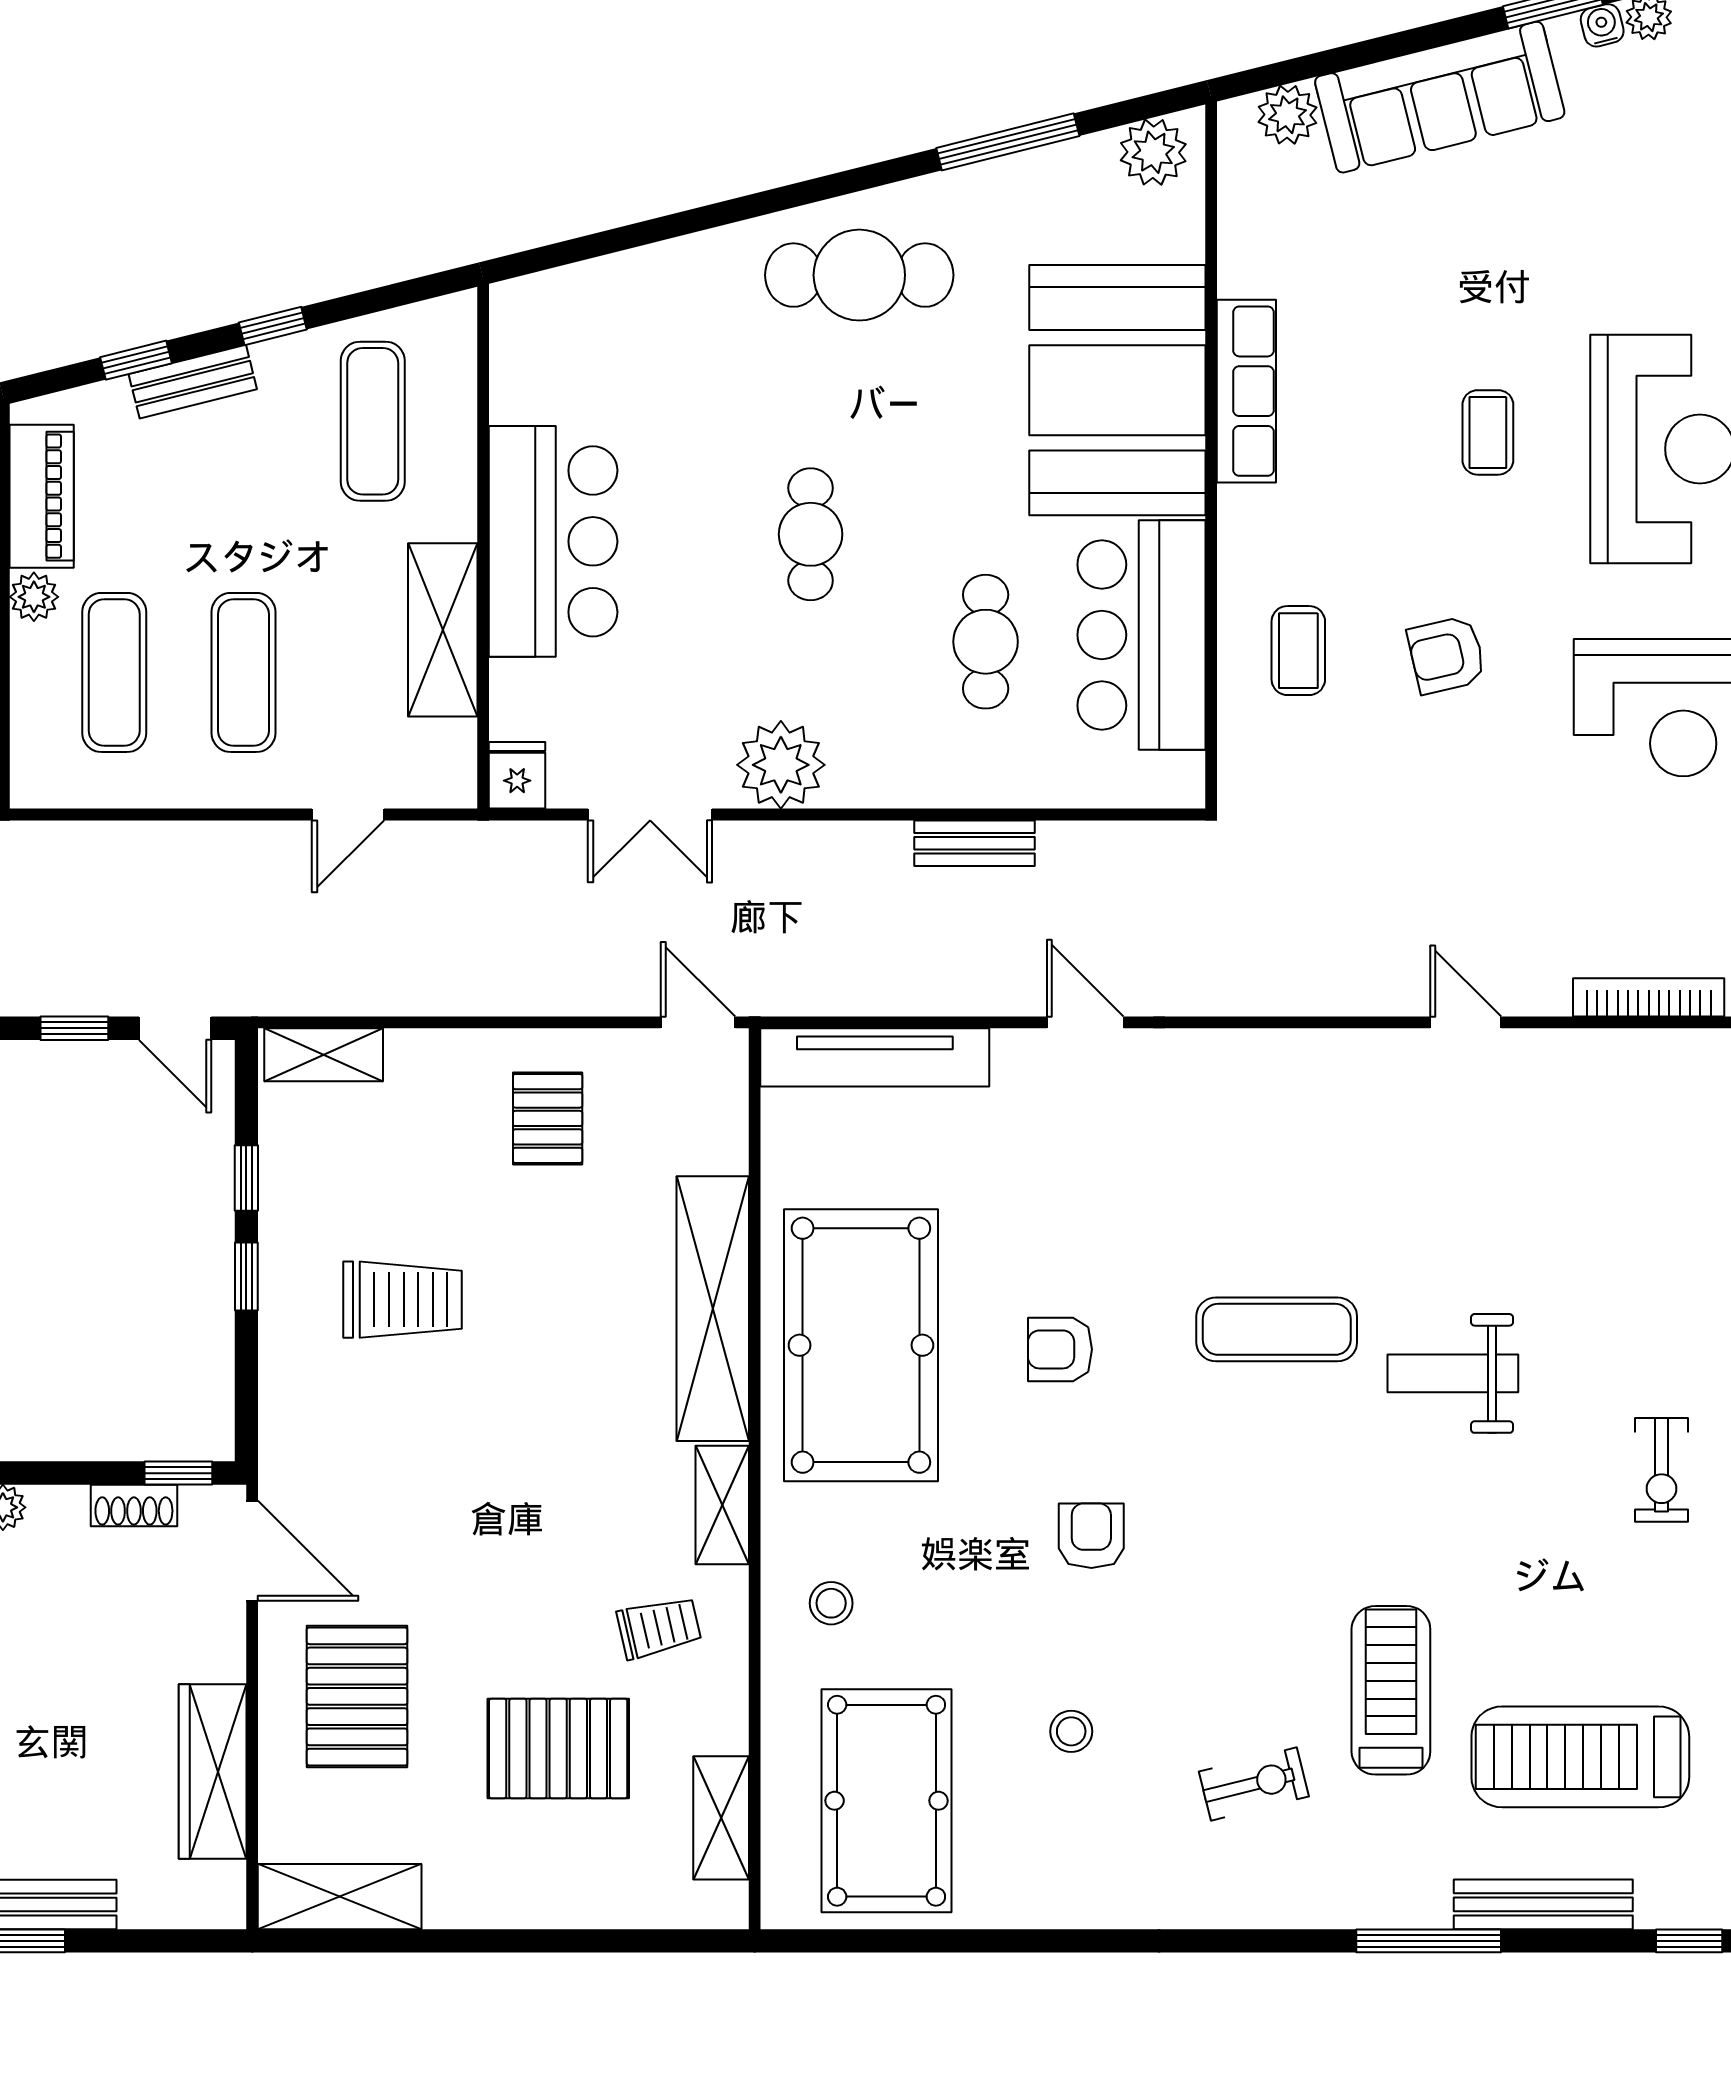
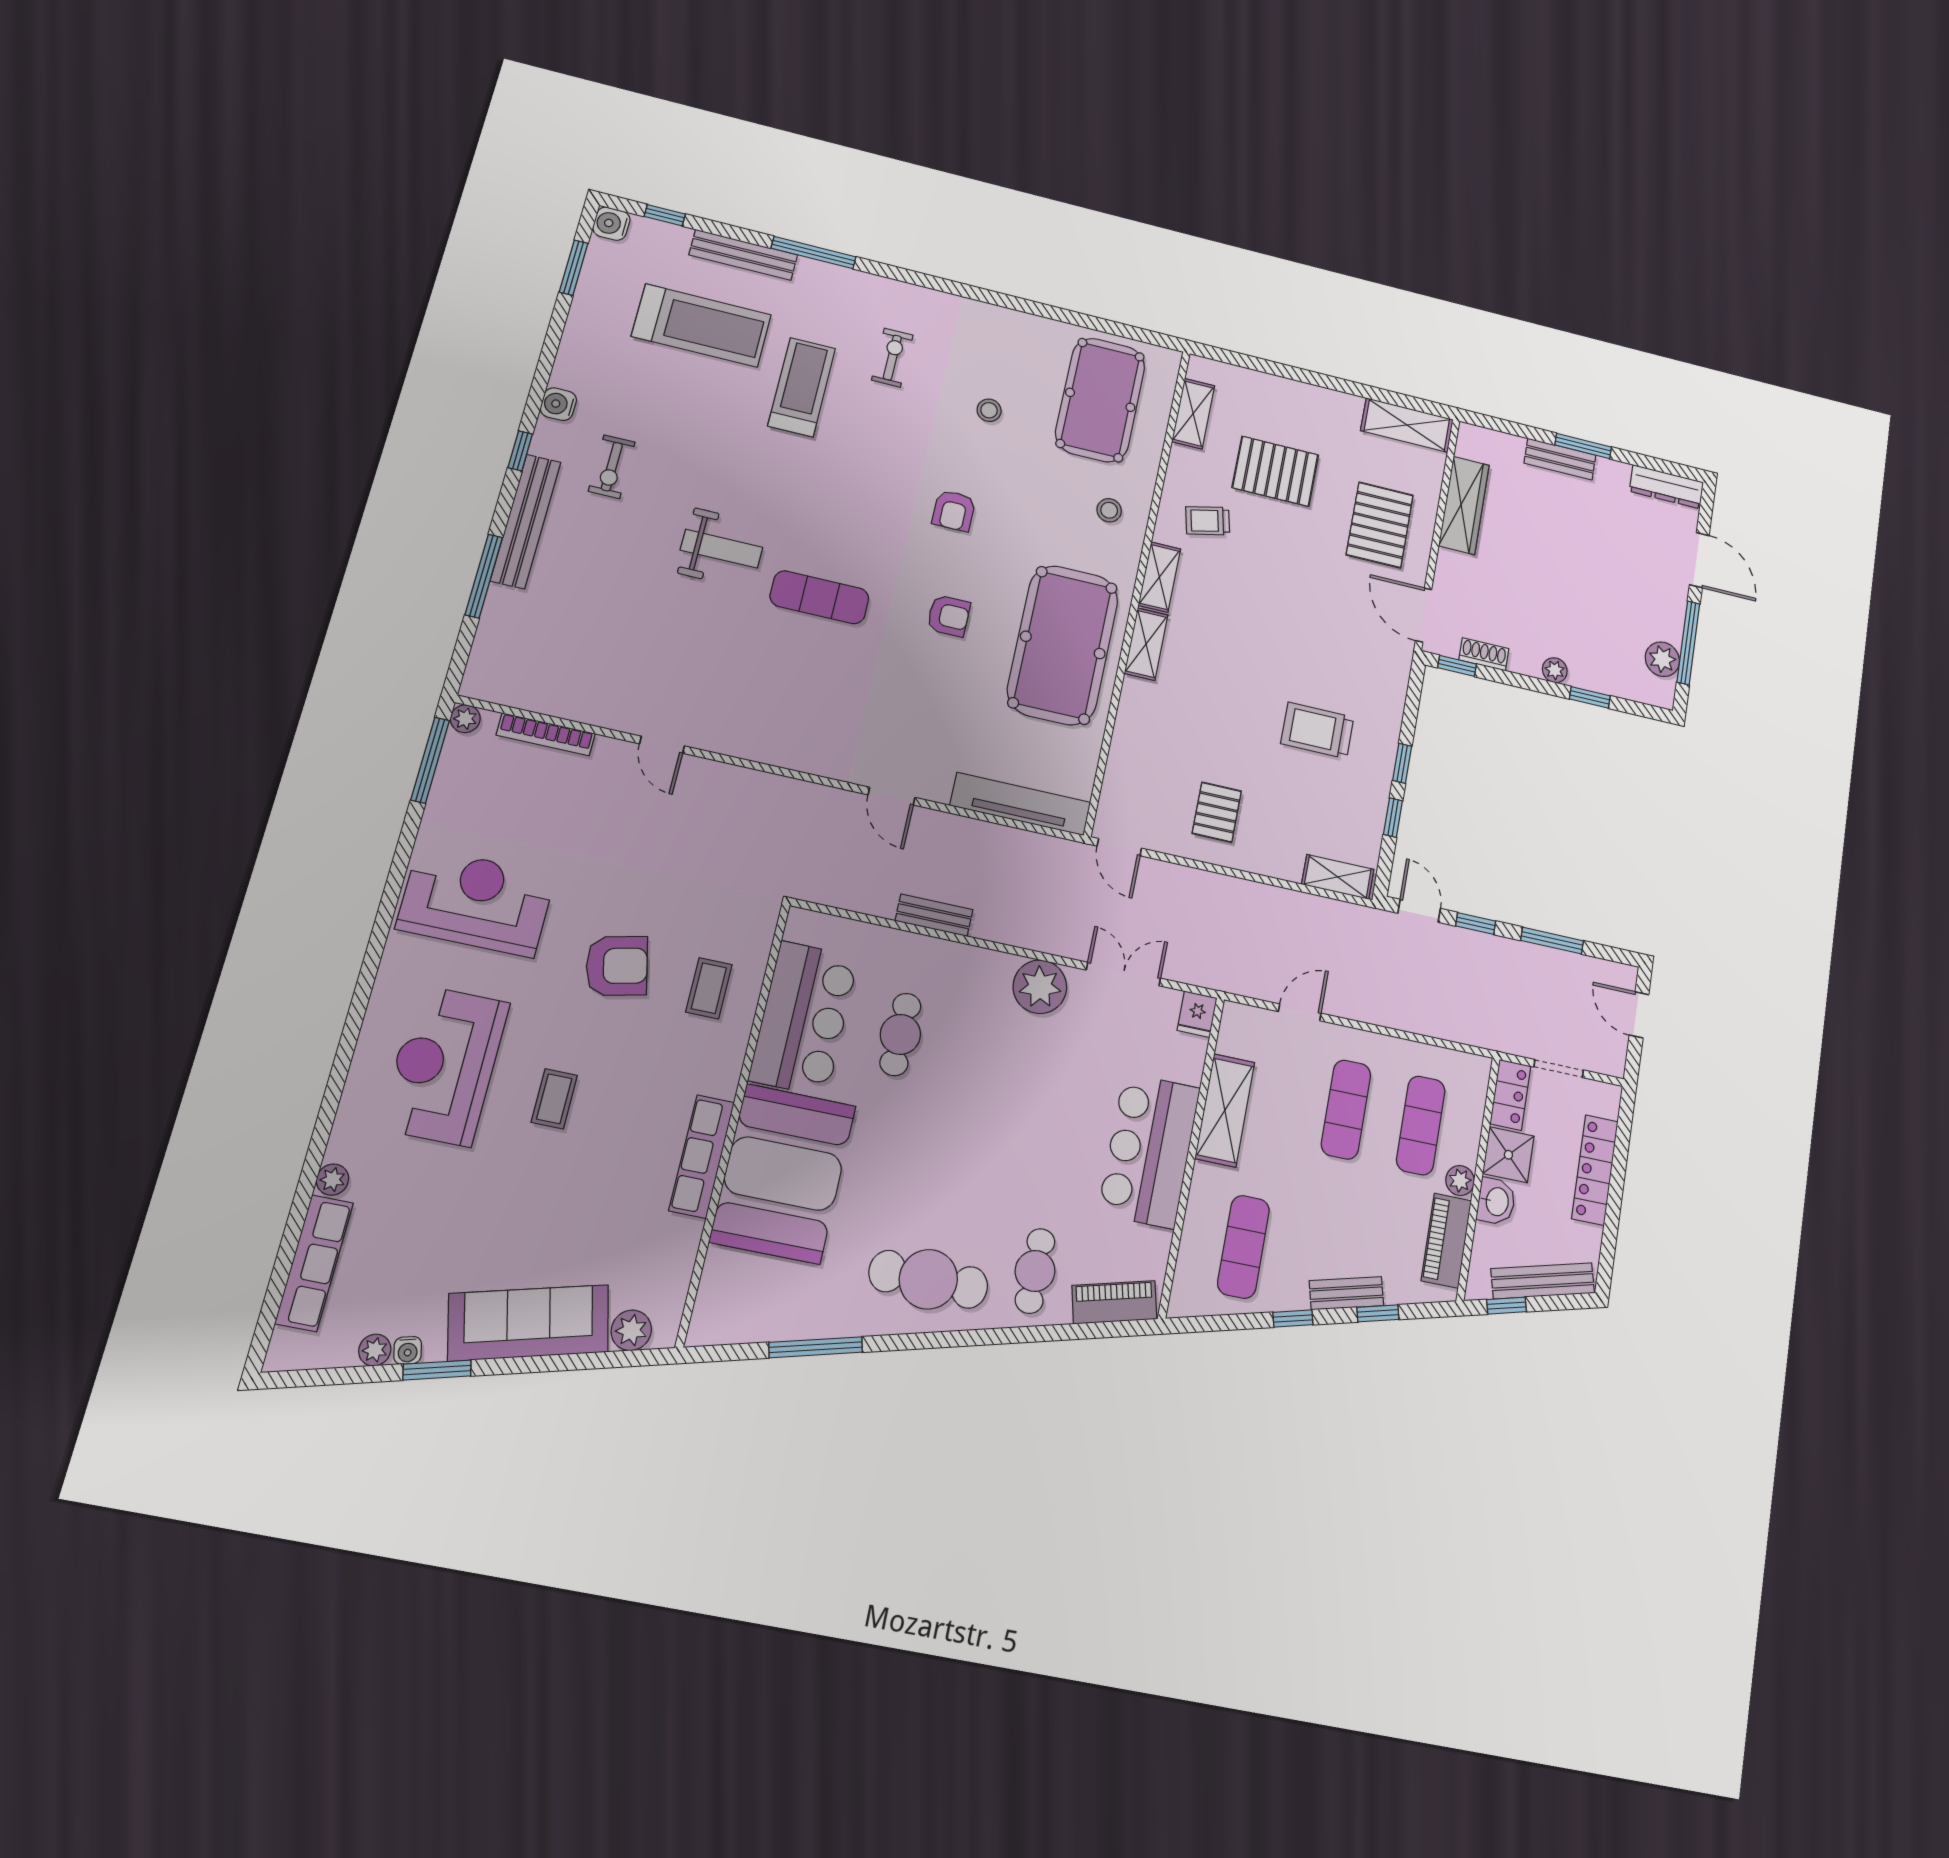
plant: (1153, 152) -> (724, 1322), removed
piano: (562, 296) -> (1114, 1302), added
cafe table: (811, 534) -> (1035, 1271), moved
armchair: (1447, 655) -> (617, 966), width x1.38, depth x1.38
shelving: (713, 1309) -> (1146, 644), width x0.45, depth x0.75
exercise bike: (1661, 1470) -> (612, 467), turned 180
treadmill: (1391, 1690) -> (802, 387), turned 180
exercise bike: (1254, 1784) -> (892, 358), turned 104

